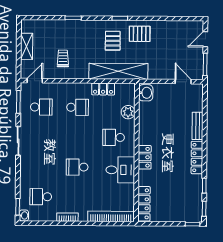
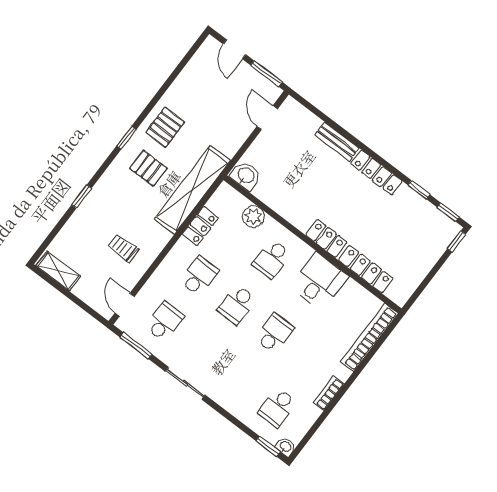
shelving: (27, 46) -> (58, 271), moved
door: (183, 82) -> (267, 118), hinge flipped
school desk: (77, 137) -> (237, 305), added
school desk: (77, 167) -> (275, 333), turned 180
locker: (144, 204) -> (366, 269), moved

